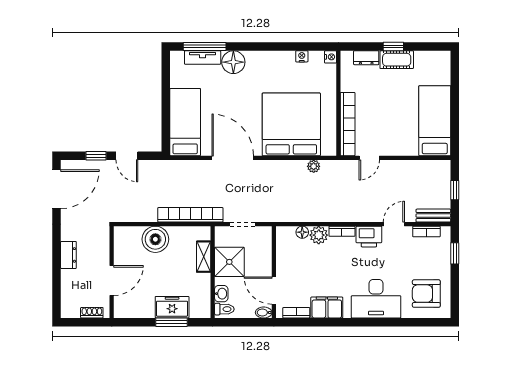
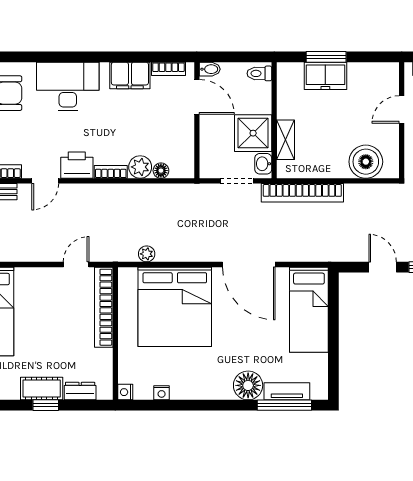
boiler: (155, 239) -> (366, 162), moved
door: (112, 281) -> (402, 110), width x0.73
washbasin: (221, 294) -> (263, 164), moved

